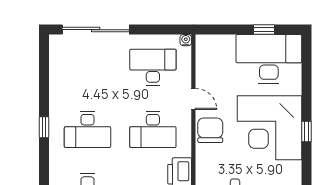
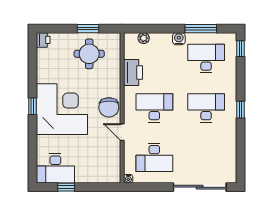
desk: (269, 59) -> (55, 168), width x0.73, depth x0.77

